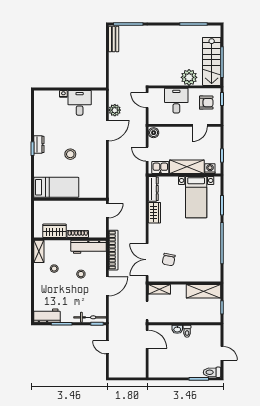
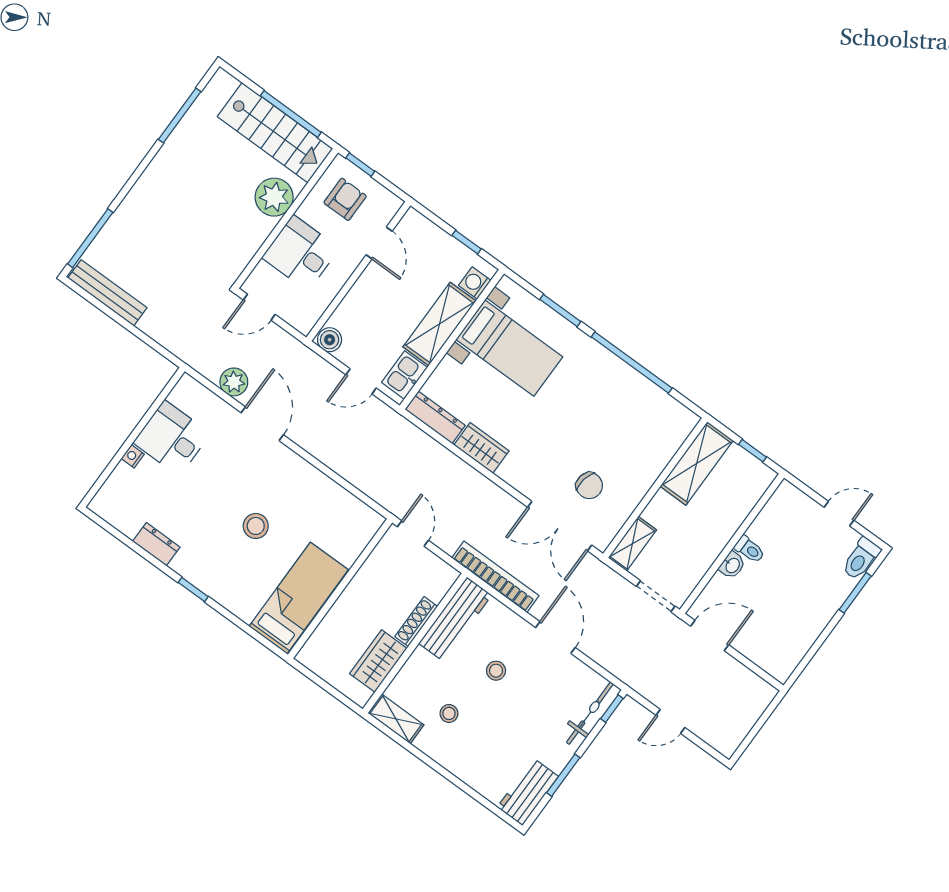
bench: (114, 39) -> (107, 293), width x1.36
dresser: (39, 144) -> (156, 544), moved

